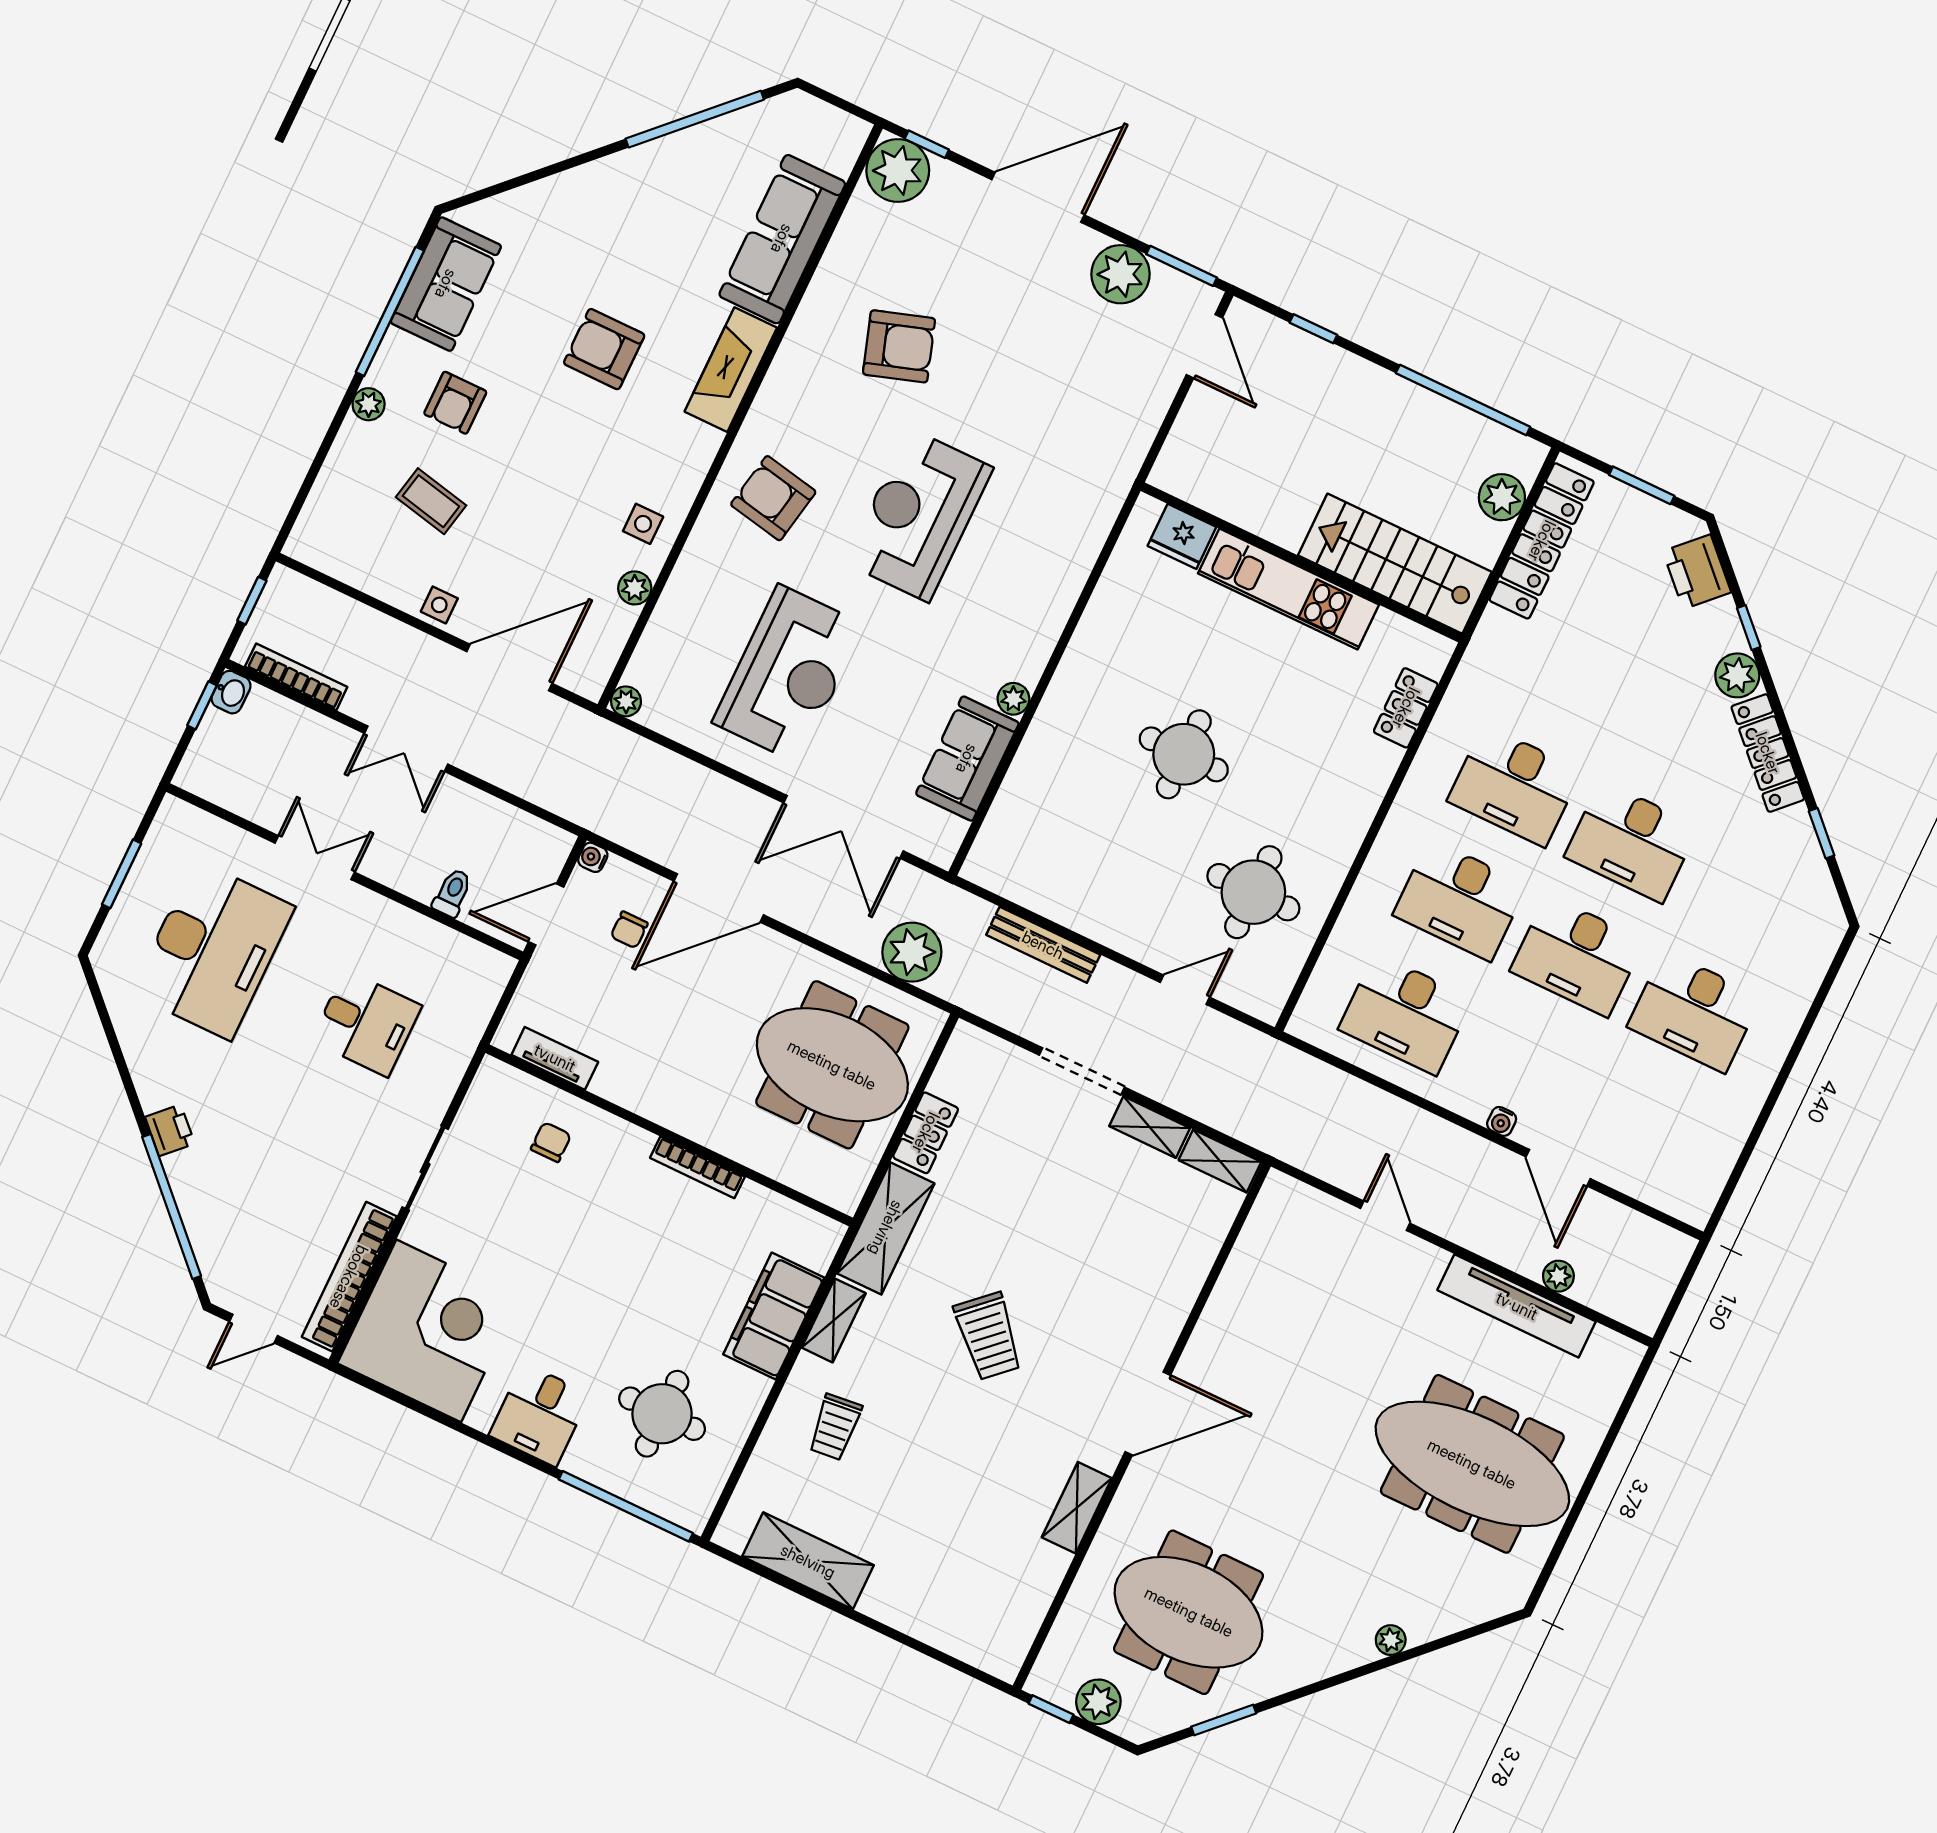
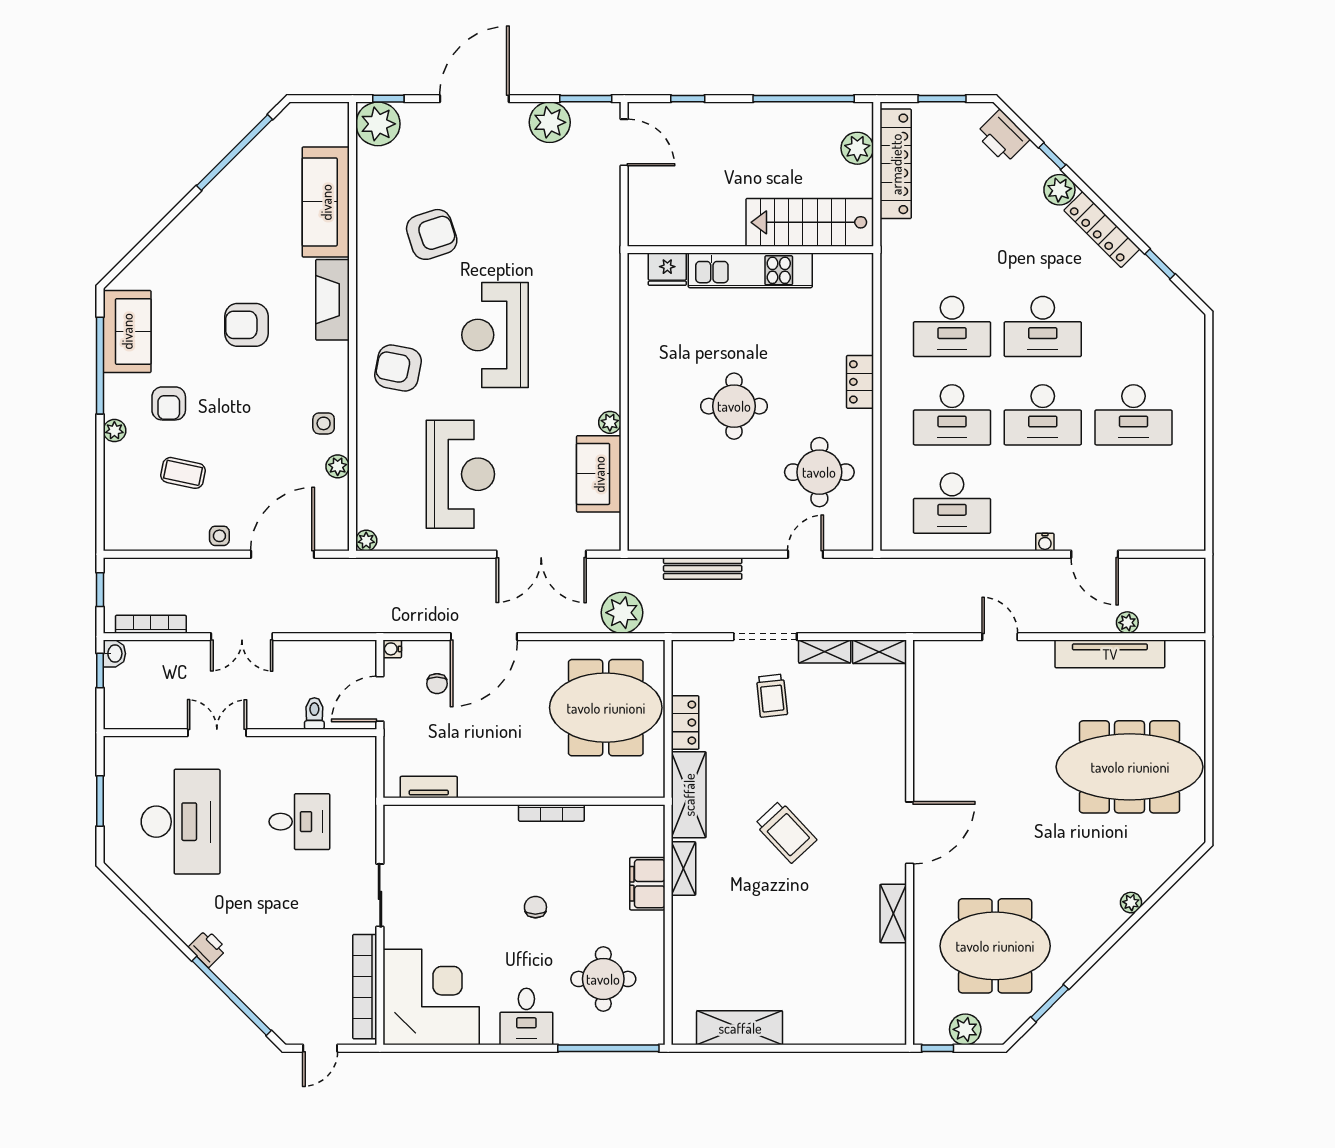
locker: (1406, 708) -> (860, 382), moved
chair: (551, 1142) -> (535, 907), moved
filing cabinet: (774, 1316) -> (647, 884), width x0.67, depth x0.86
trolley: (835, 1427) -> (772, 696), moved

